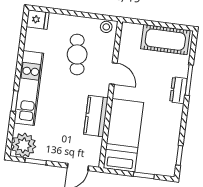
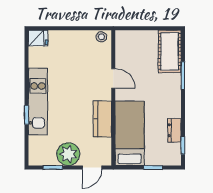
cot: (165, 40) -> (170, 51), moved, turned 90
cafe table: (77, 54) -> (78, 65), removed
dresser: (178, 90) -> (174, 130), moved
plant: (24, 145) -> (68, 154), moved

